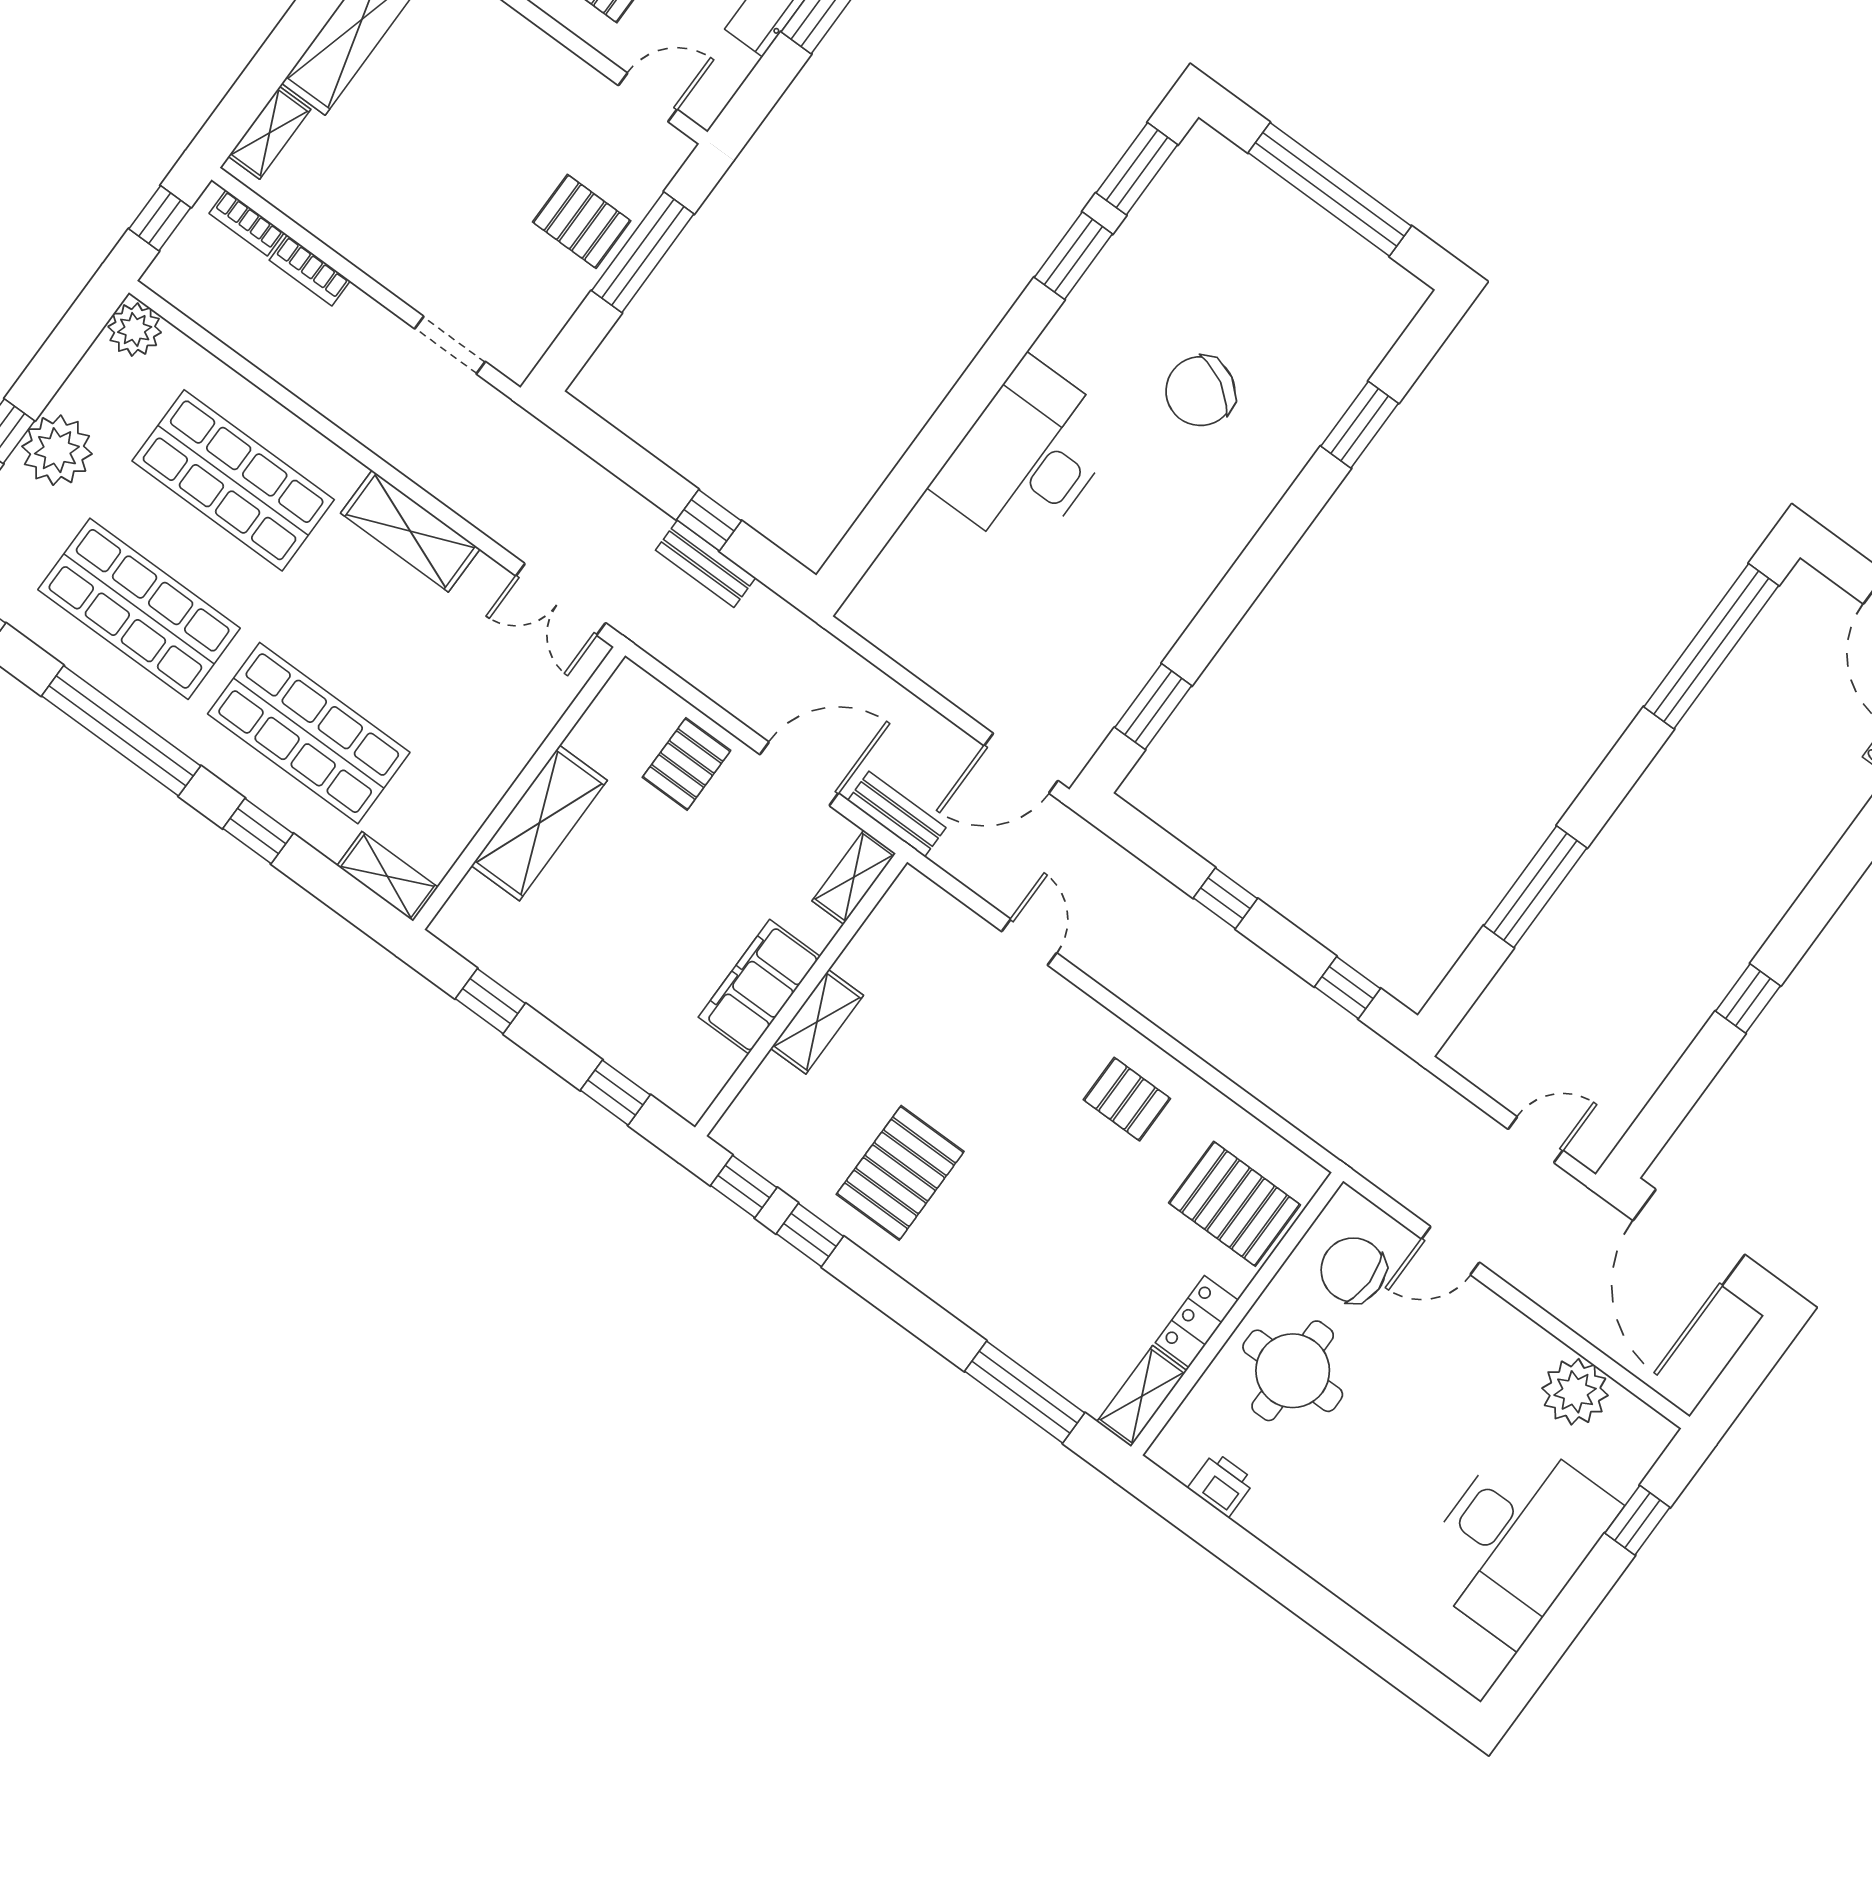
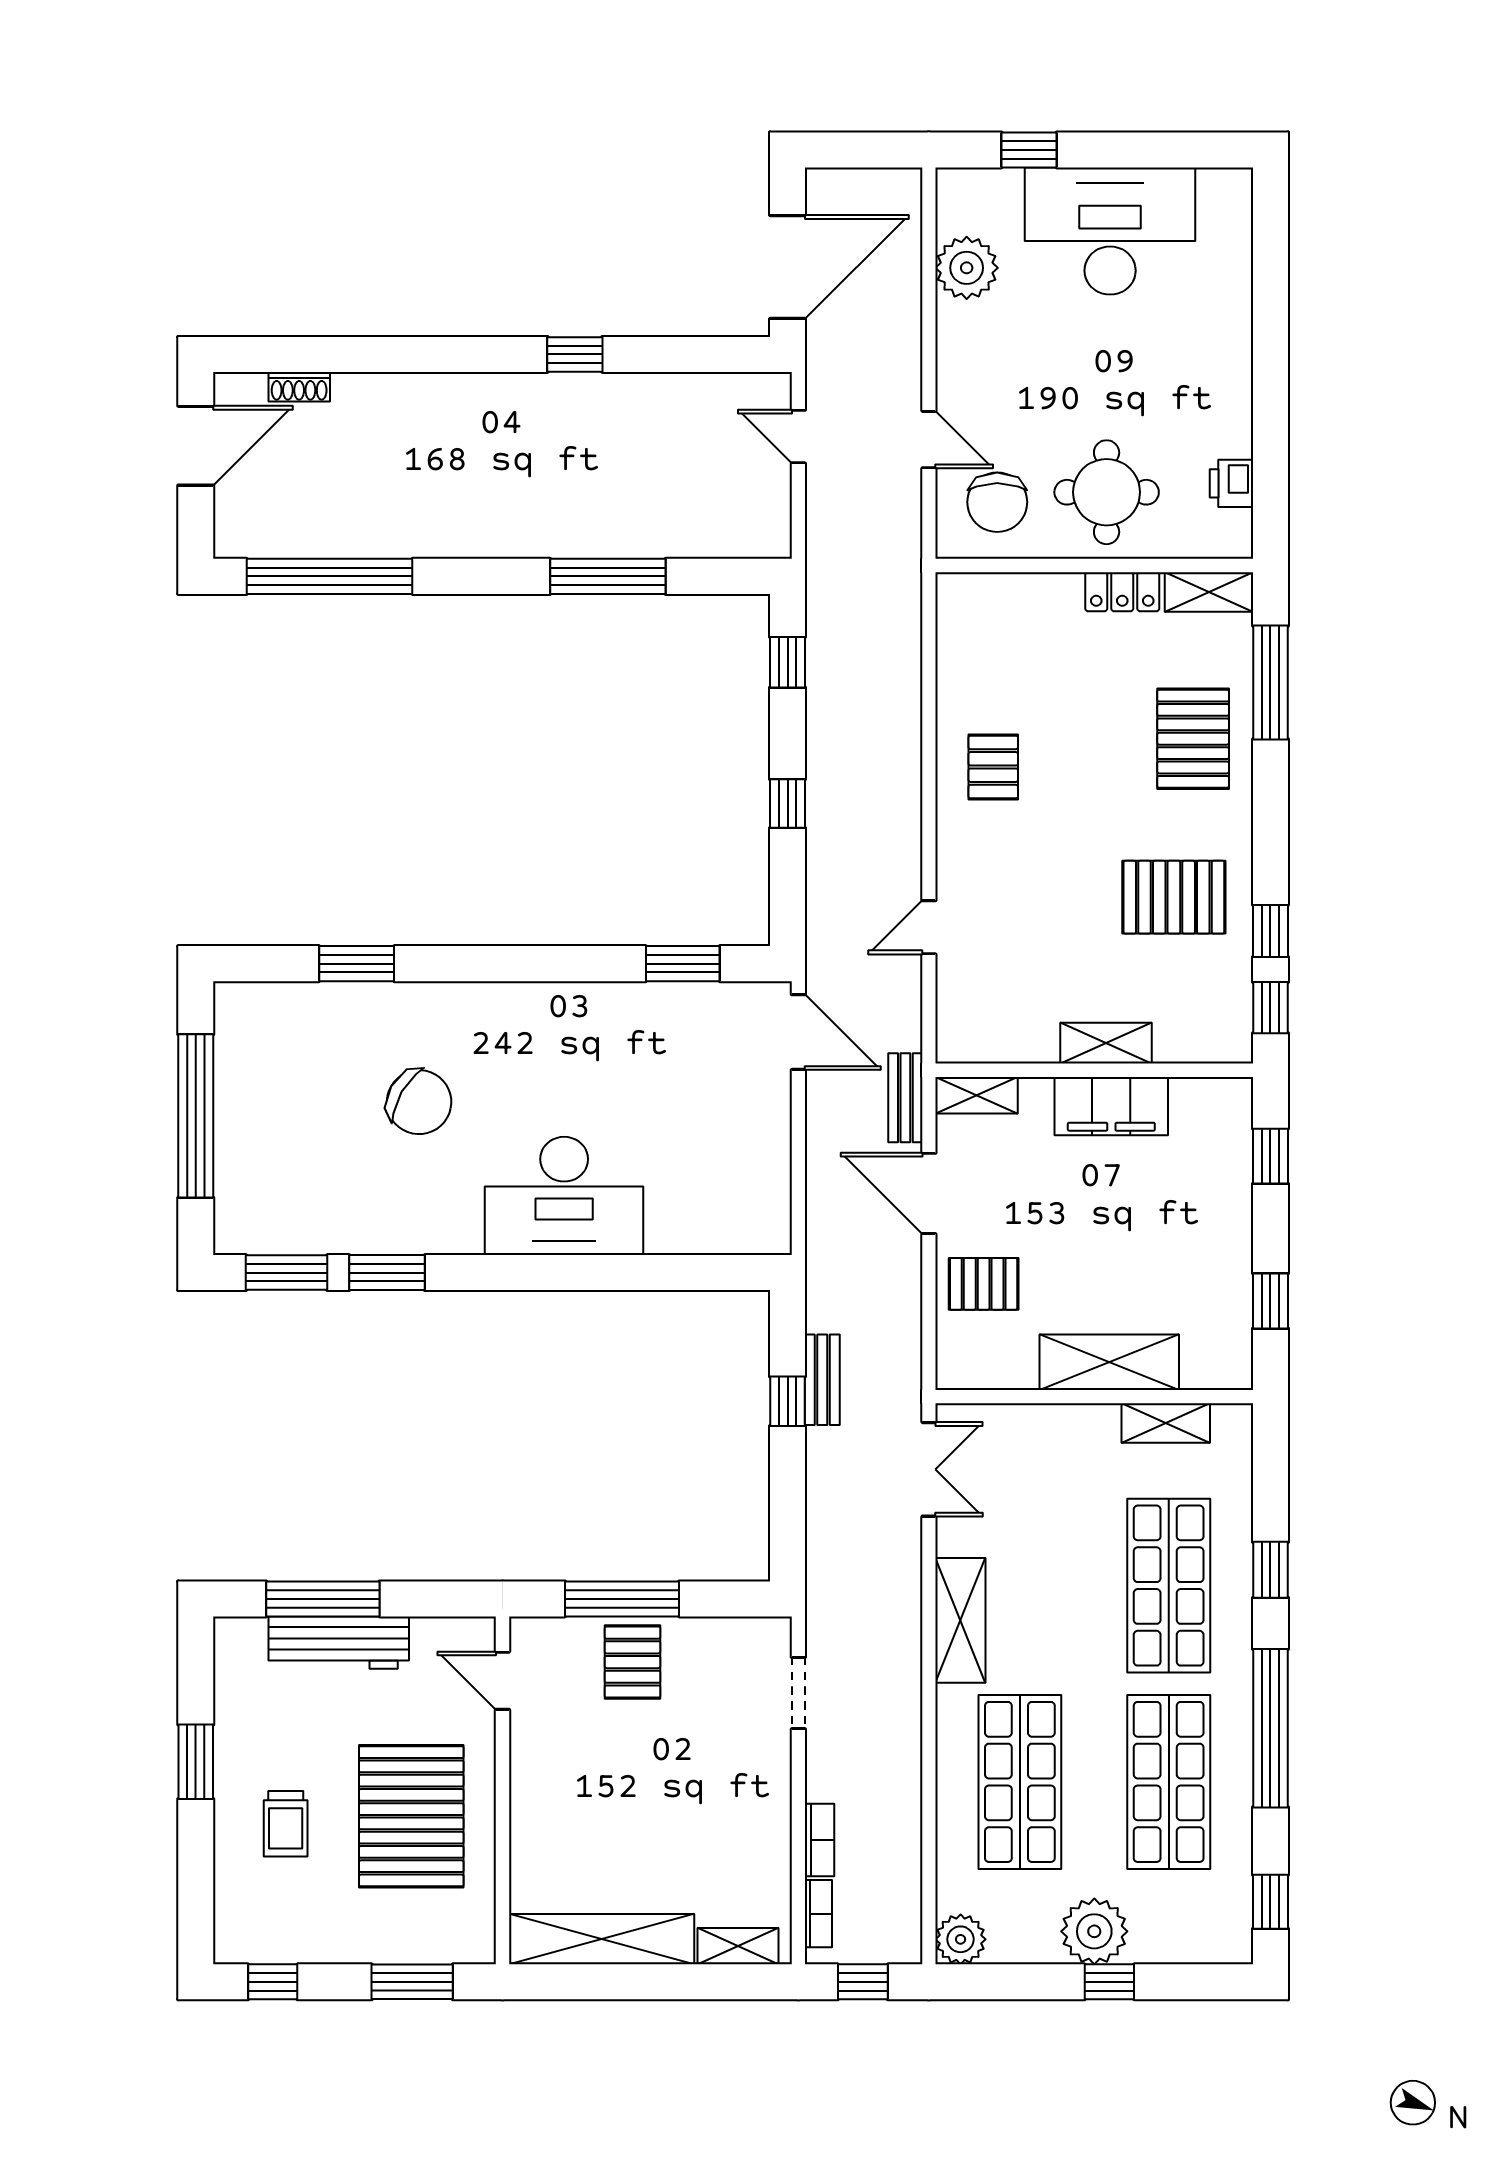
shelving: (387, 876) -> (1166, 1423), moved, turned 90
pallet: (1235, 1204) -> (1193, 739), moved

